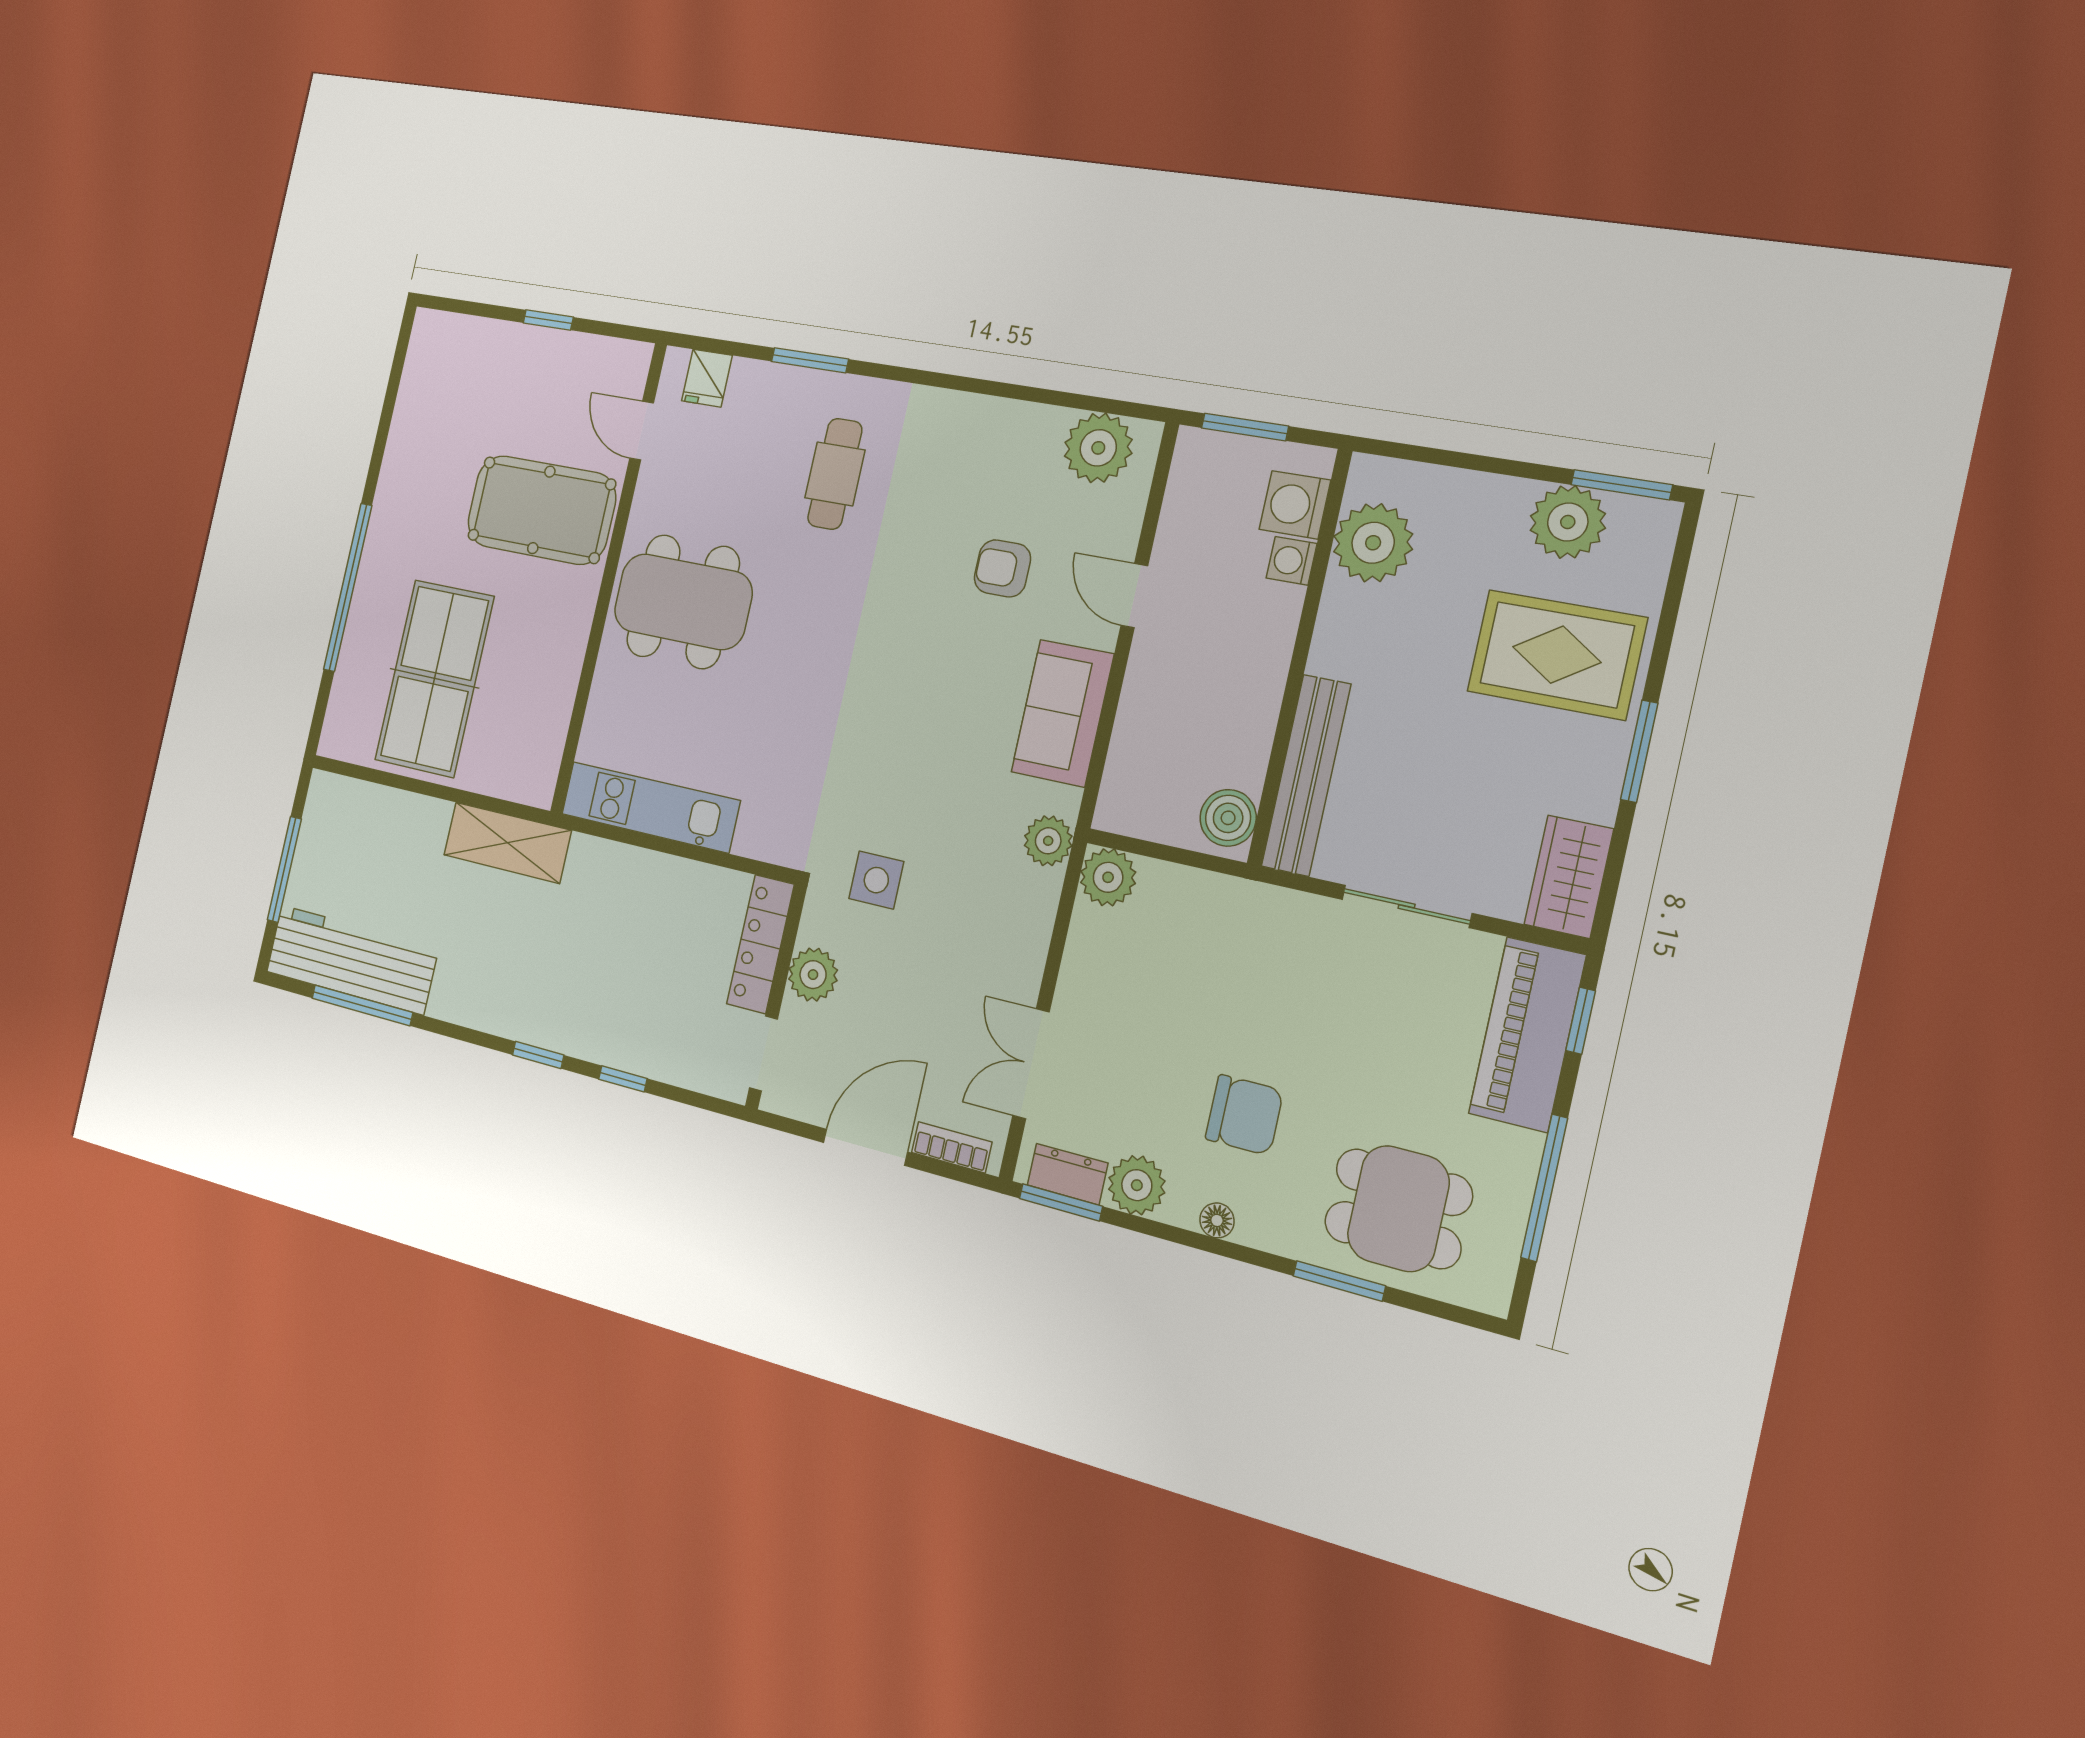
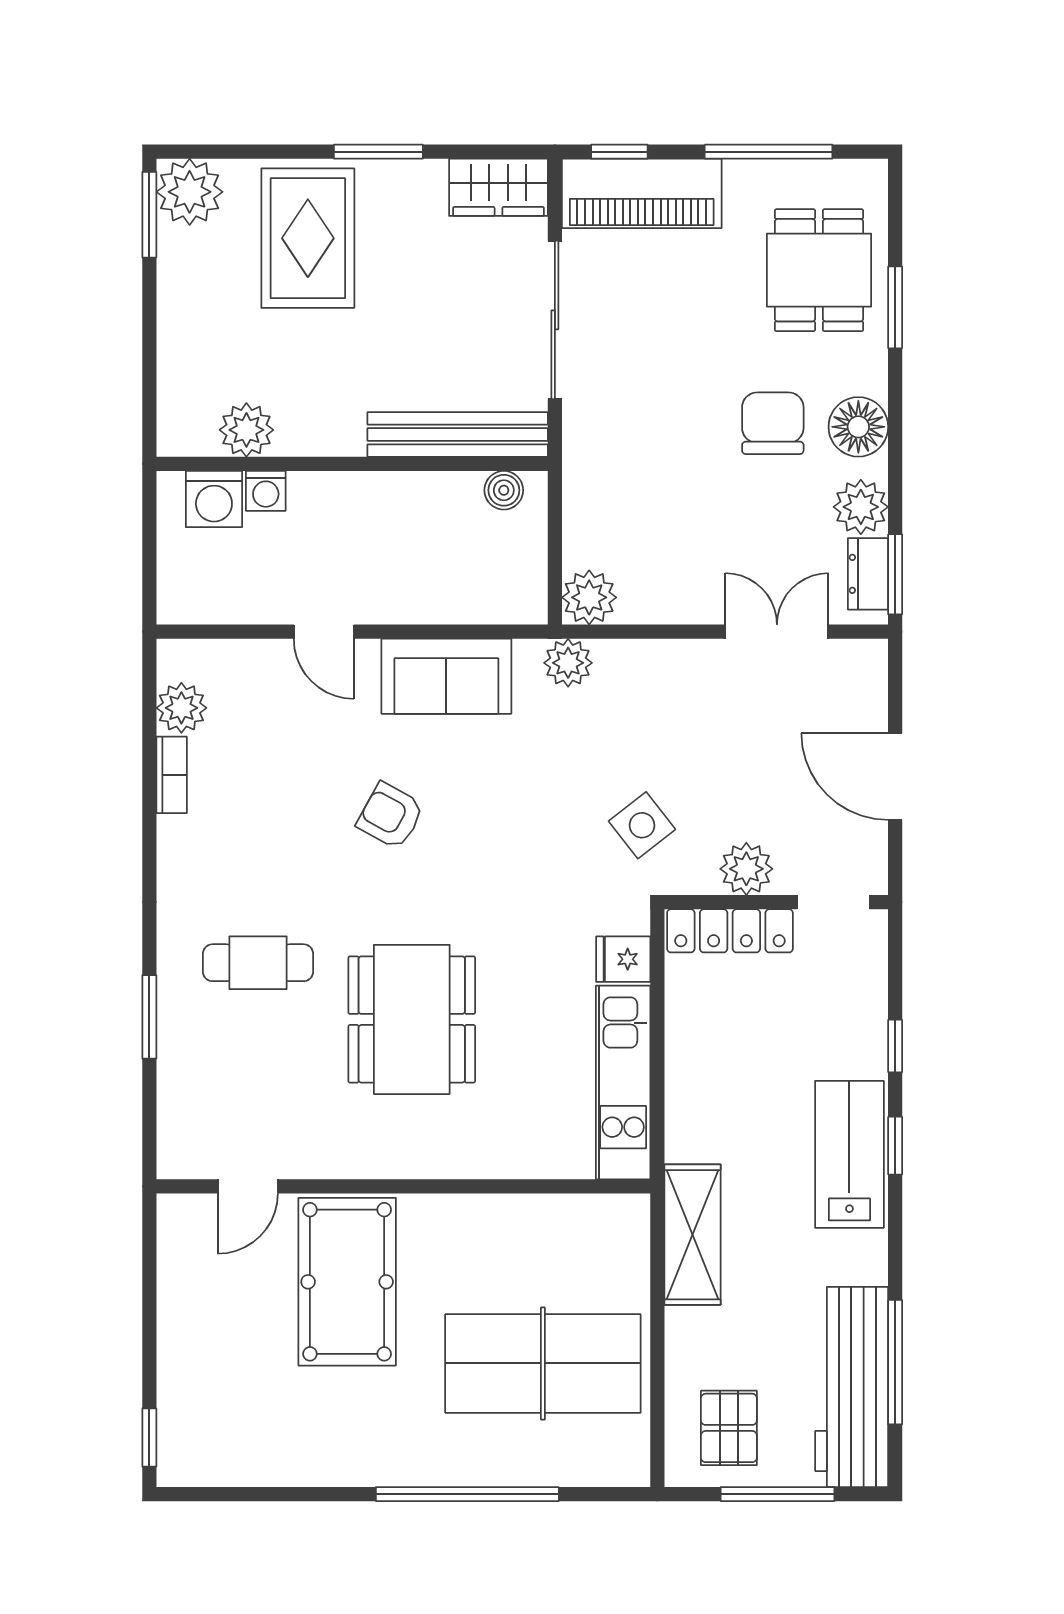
window: (548, 320) -> (149, 1437), moved
fridge: (707, 378) -> (623, 959), moved, turned 180
window: (1245, 427) -> (149, 562), removed
plant: (1098, 448) -> (181, 708), width x0.73, depth x0.73
plant: (1568, 522) -> (190, 192), moved
plant: (1373, 543) -> (246, 430), width x0.73, depth x0.73
armchair: (1002, 568) -> (391, 816), moved, turned 119
door: (1134, 596) -> (324, 632), hinge flipped
dining table: (683, 602) -> (412, 1019), moved
boiler: (1228, 818) -> (504, 490), width x0.73, depth x0.73
pallet: (345, 838) -> (729, 1428), added
side table: (876, 880) -> (642, 825), turned -38
sliding door: (1407, 906) -> (555, 320), width x1.37
lab bench: (541, 1009) -> (849, 1154), added
double door: (1031, 1064) -> (777, 632), swing flipped
bookcase: (952, 1147) -> (172, 775), moved, turned 180
floor lamp: (1217, 1220) -> (858, 427), width x1.89, depth x1.89

